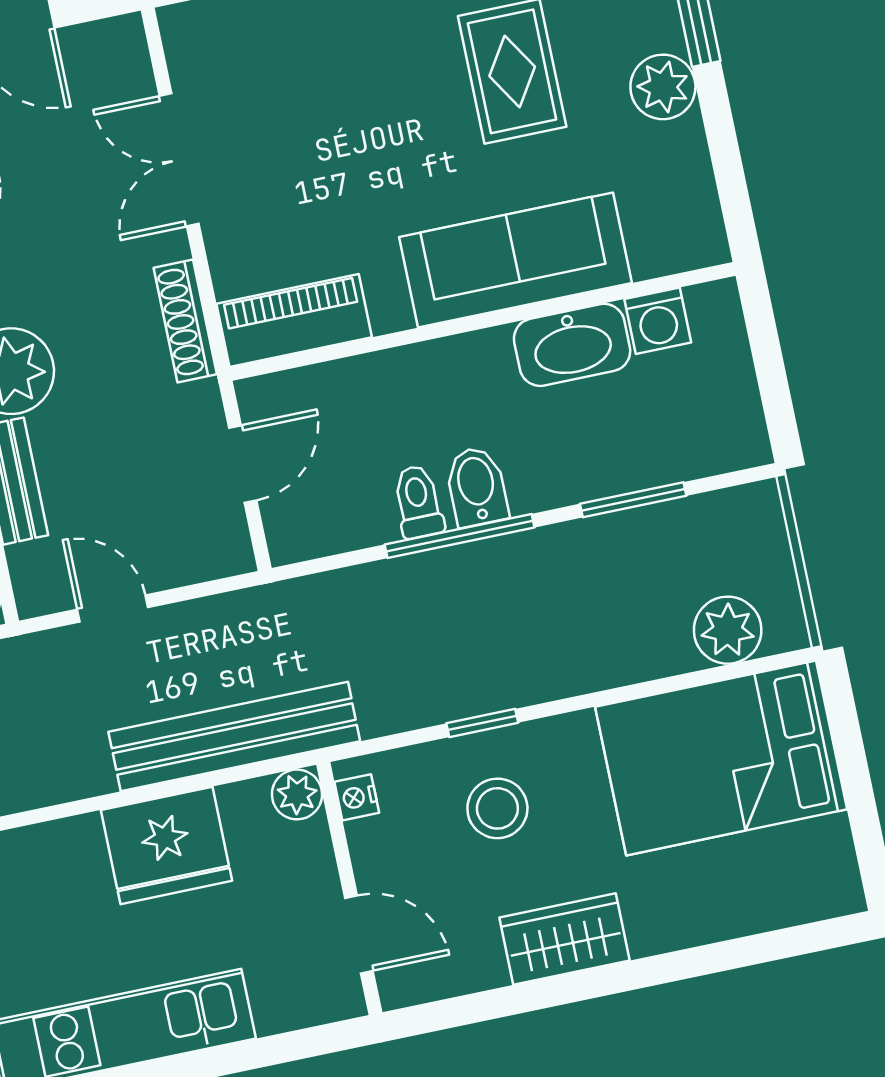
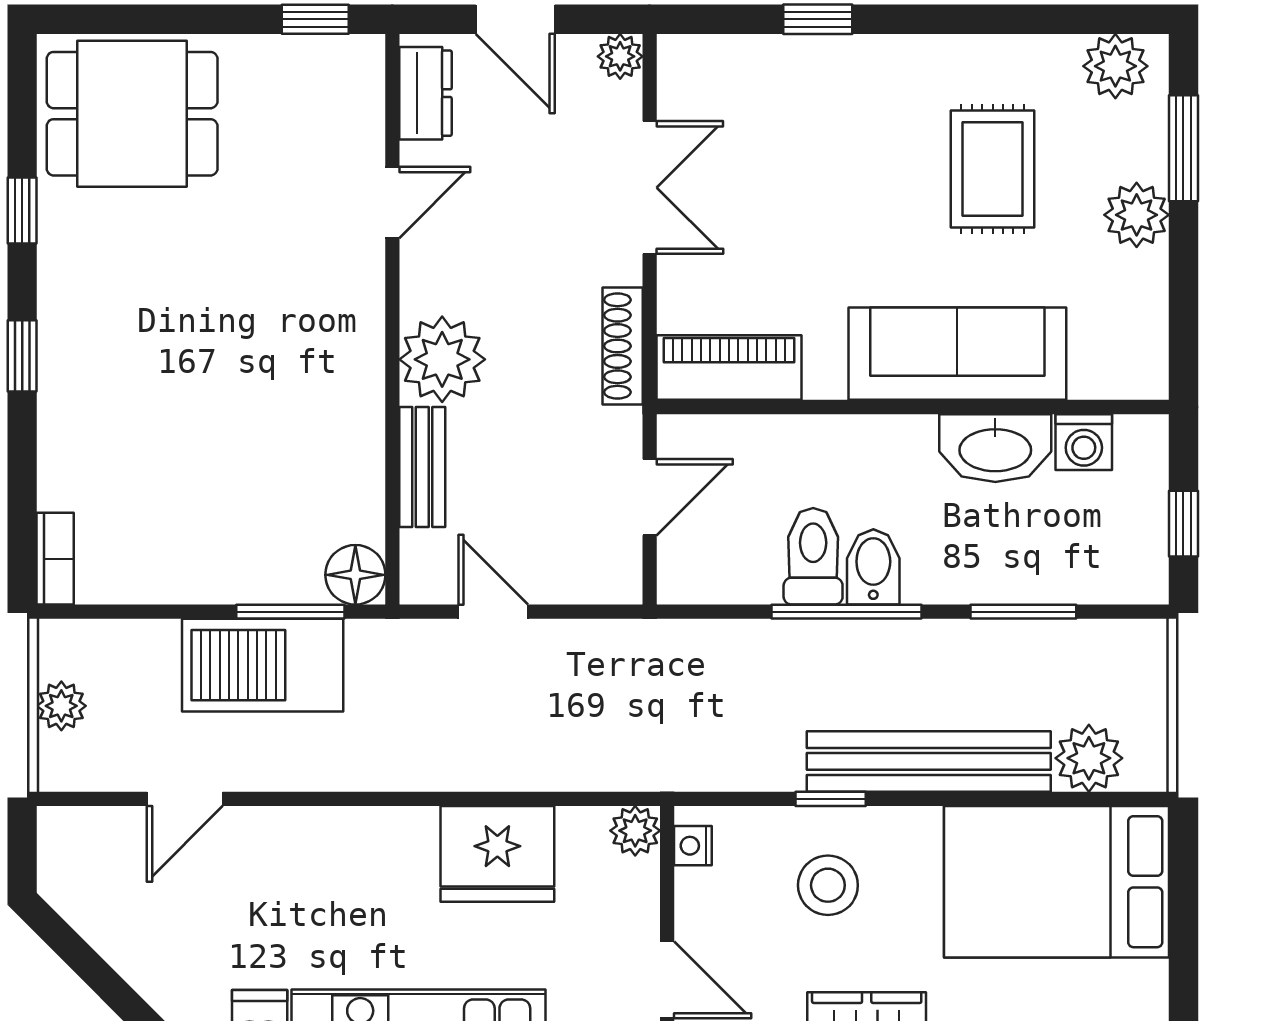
plant: (123, 37) -> (620, 56), added
double door: (179, 160) -> (650, 188), swing flipped
window: (772, 380) -> (1183, 524), added
toilet: (418, 502) -> (813, 556), width x1.37, depth x1.39
bench: (234, 737) -> (929, 761), moved

